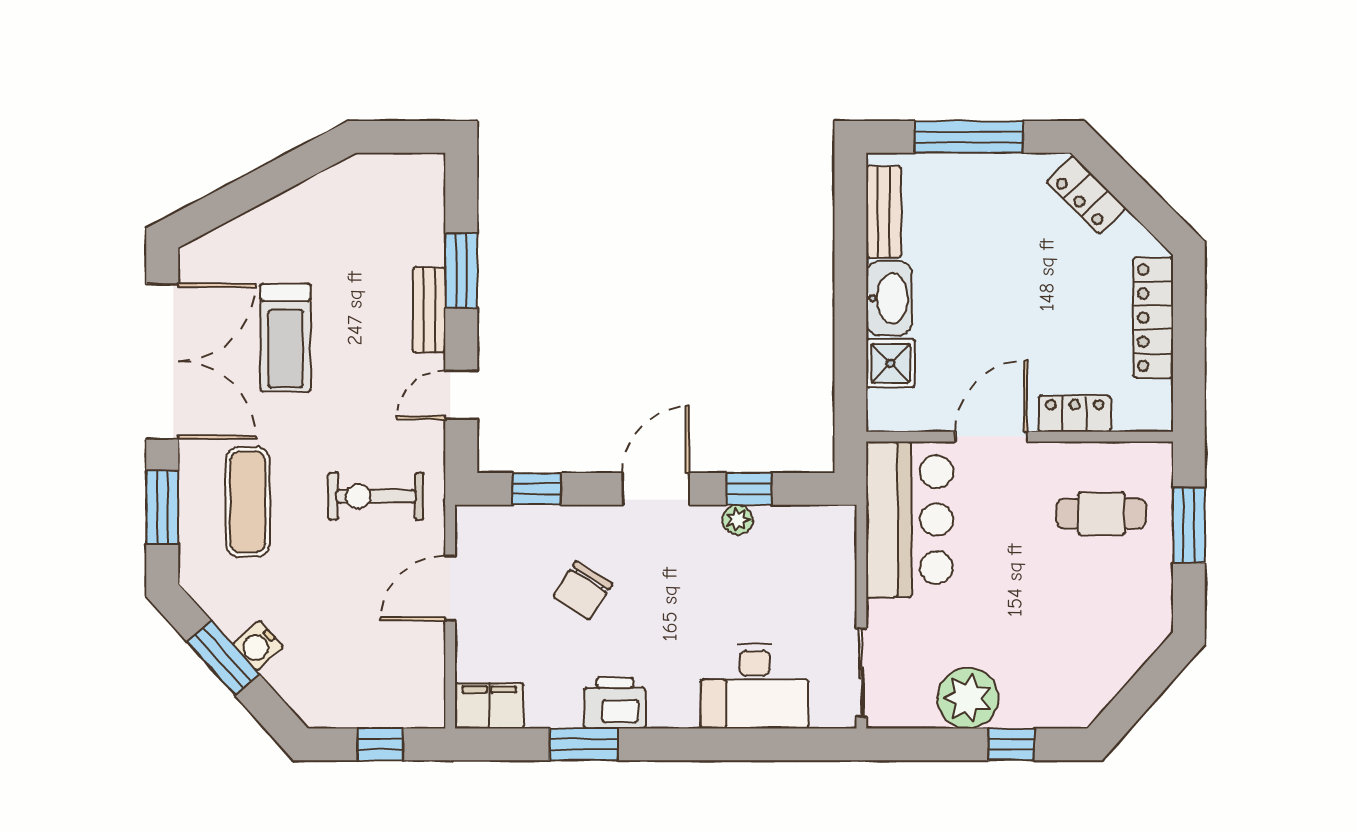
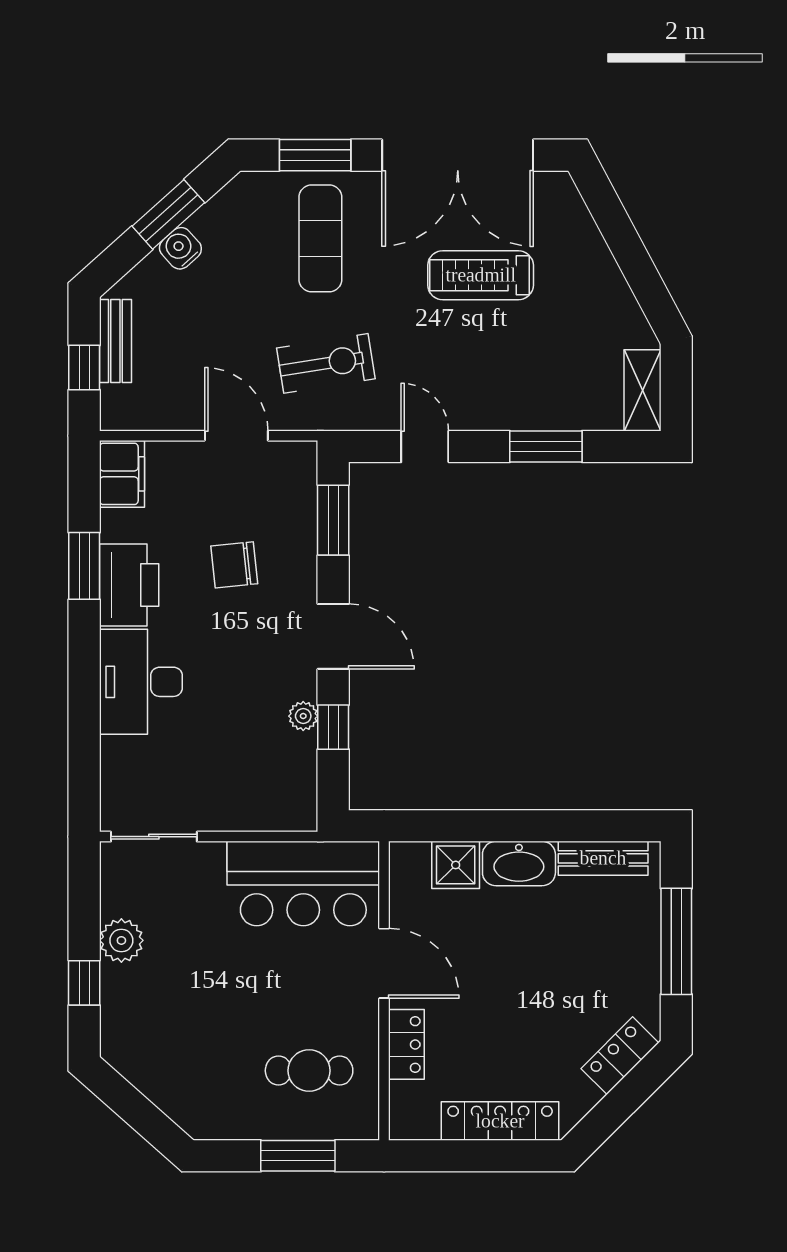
shelving: (404, 172) -> (643, 390), added
bench: (429, 310) -> (115, 341), moved, turned 90
window: (537, 489) -> (333, 520), width x1.50
exercise bike: (376, 496) -> (326, 363), turned 81
exercise mat: (248, 502) -> (320, 238), turned 90
cafe table: (1101, 514) -> (309, 1071), turned 90
chair: (583, 590) -> (234, 565), turned -39
desk: (755, 686) -> (141, 682), moved
plant: (968, 698) -> (121, 940), width x0.73, depth x0.73
printer: (615, 703) -> (129, 585), width x1.37, depth x1.19

